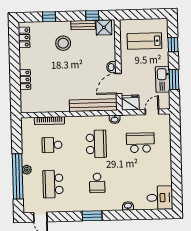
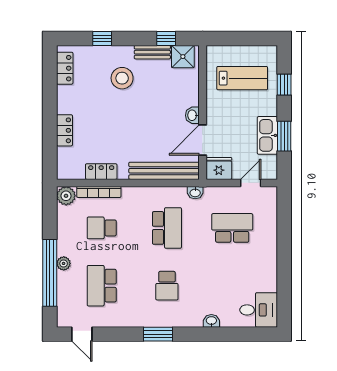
lab bench: (144, 41) -> (242, 78), turned 180
locker: (51, 107) -> (101, 172), added
plant: (27, 124) -> (66, 196), added

